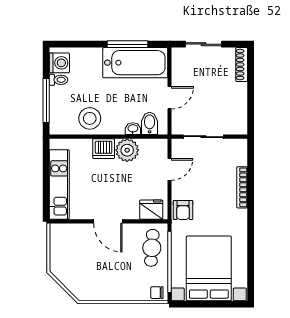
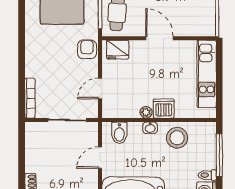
washbasin: (133, 129) -> (150, 128), moved
plant: (127, 150) -> (146, 112), width x0.53, depth x0.53
bookcase: (242, 187) -> (30, 98), moved

